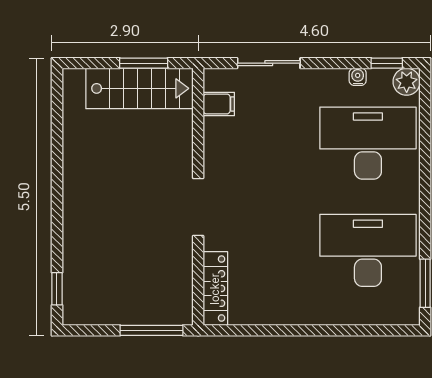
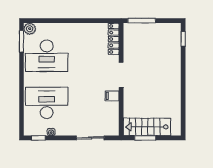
plant: (407, 82) -> (30, 29), moved
filing cabinet: (219, 104) -> (112, 96), moved
desk: (368, 143) -> (47, 103), turned 180

